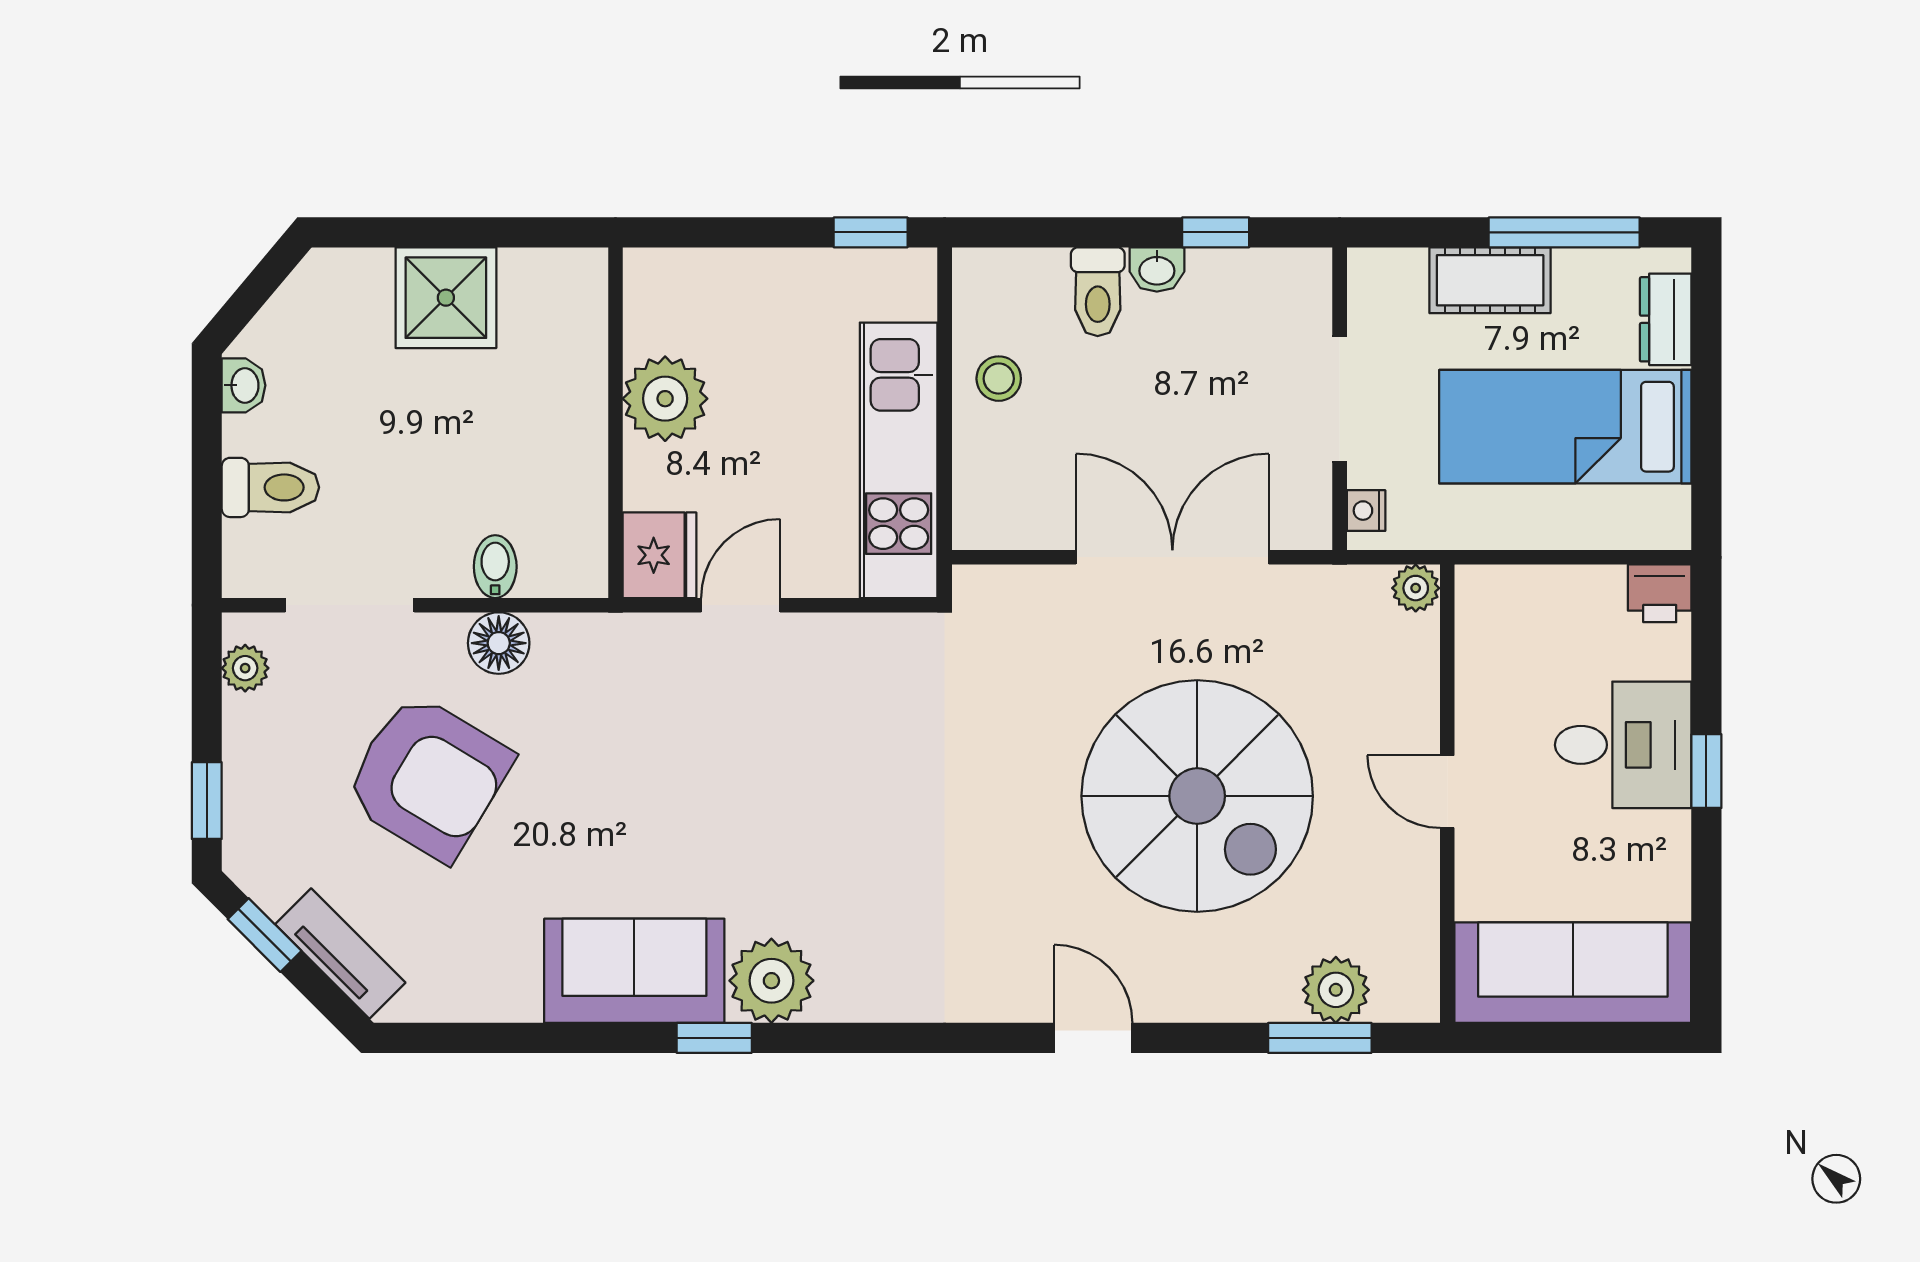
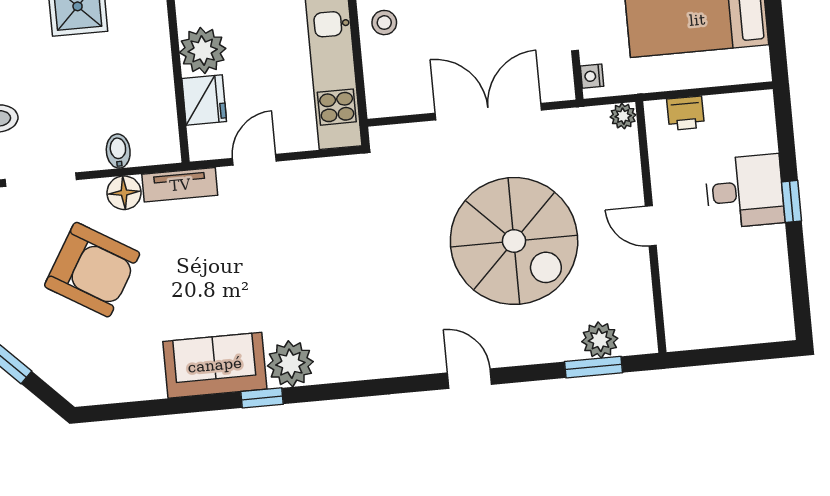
fridge: (660, 555) -> (204, 100), moved
printer: (1660, 593) -> (686, 113), moved
tv unit: (340, 953) -> (180, 185), moved, turned 135
sofa: (1573, 973) -> (729, 319), removed

